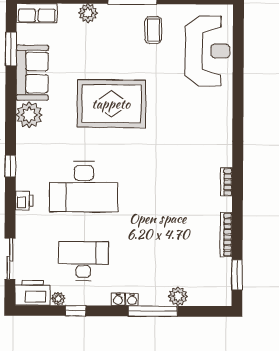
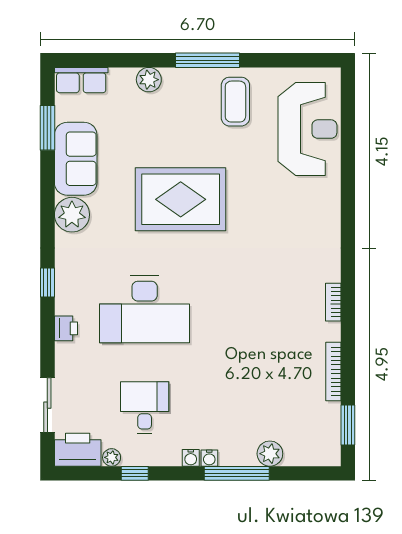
coffee table: (153, 30) -> (235, 102), width x1.36, depth x1.30
desk: (83, 261) -> (145, 407), width x0.73

